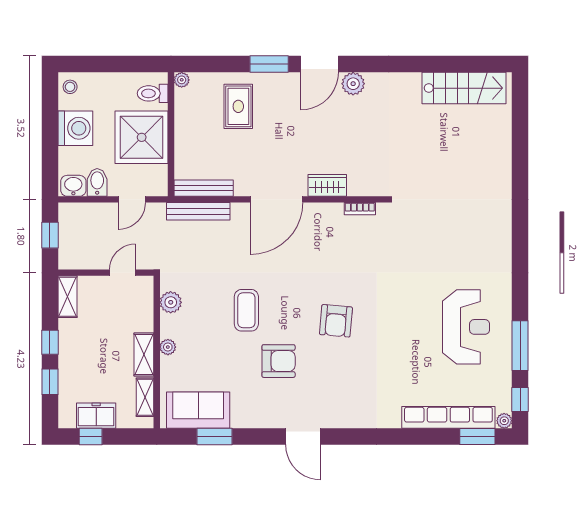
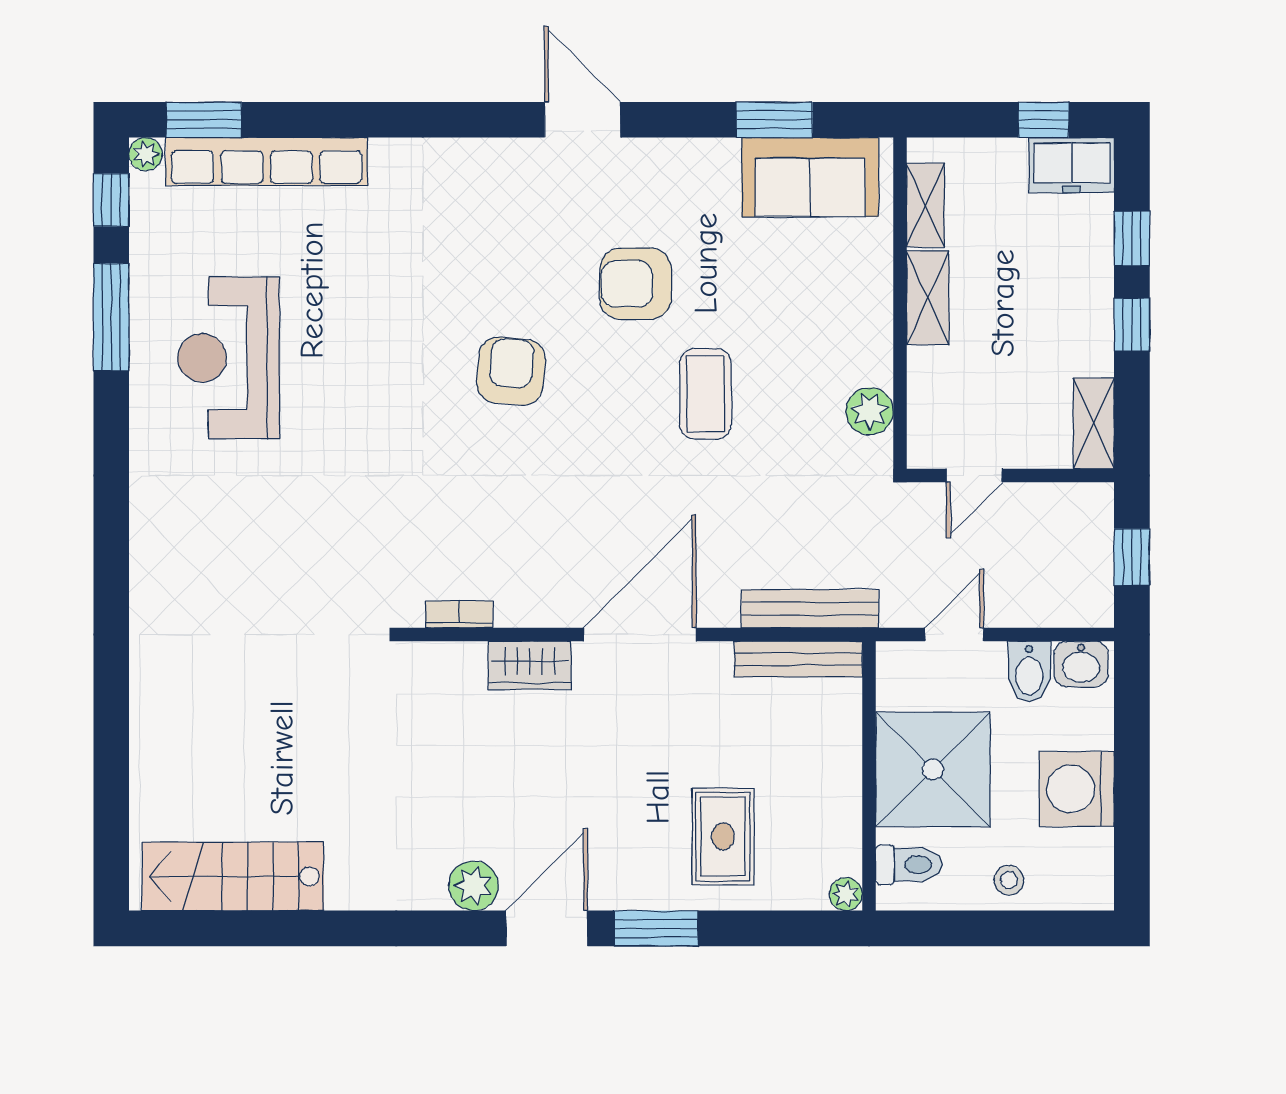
stool: (70, 87) -> (1009, 880), moved
plant: (168, 347) -> (876, 314), removed
freezer: (96, 416) -> (1072, 165), moved

